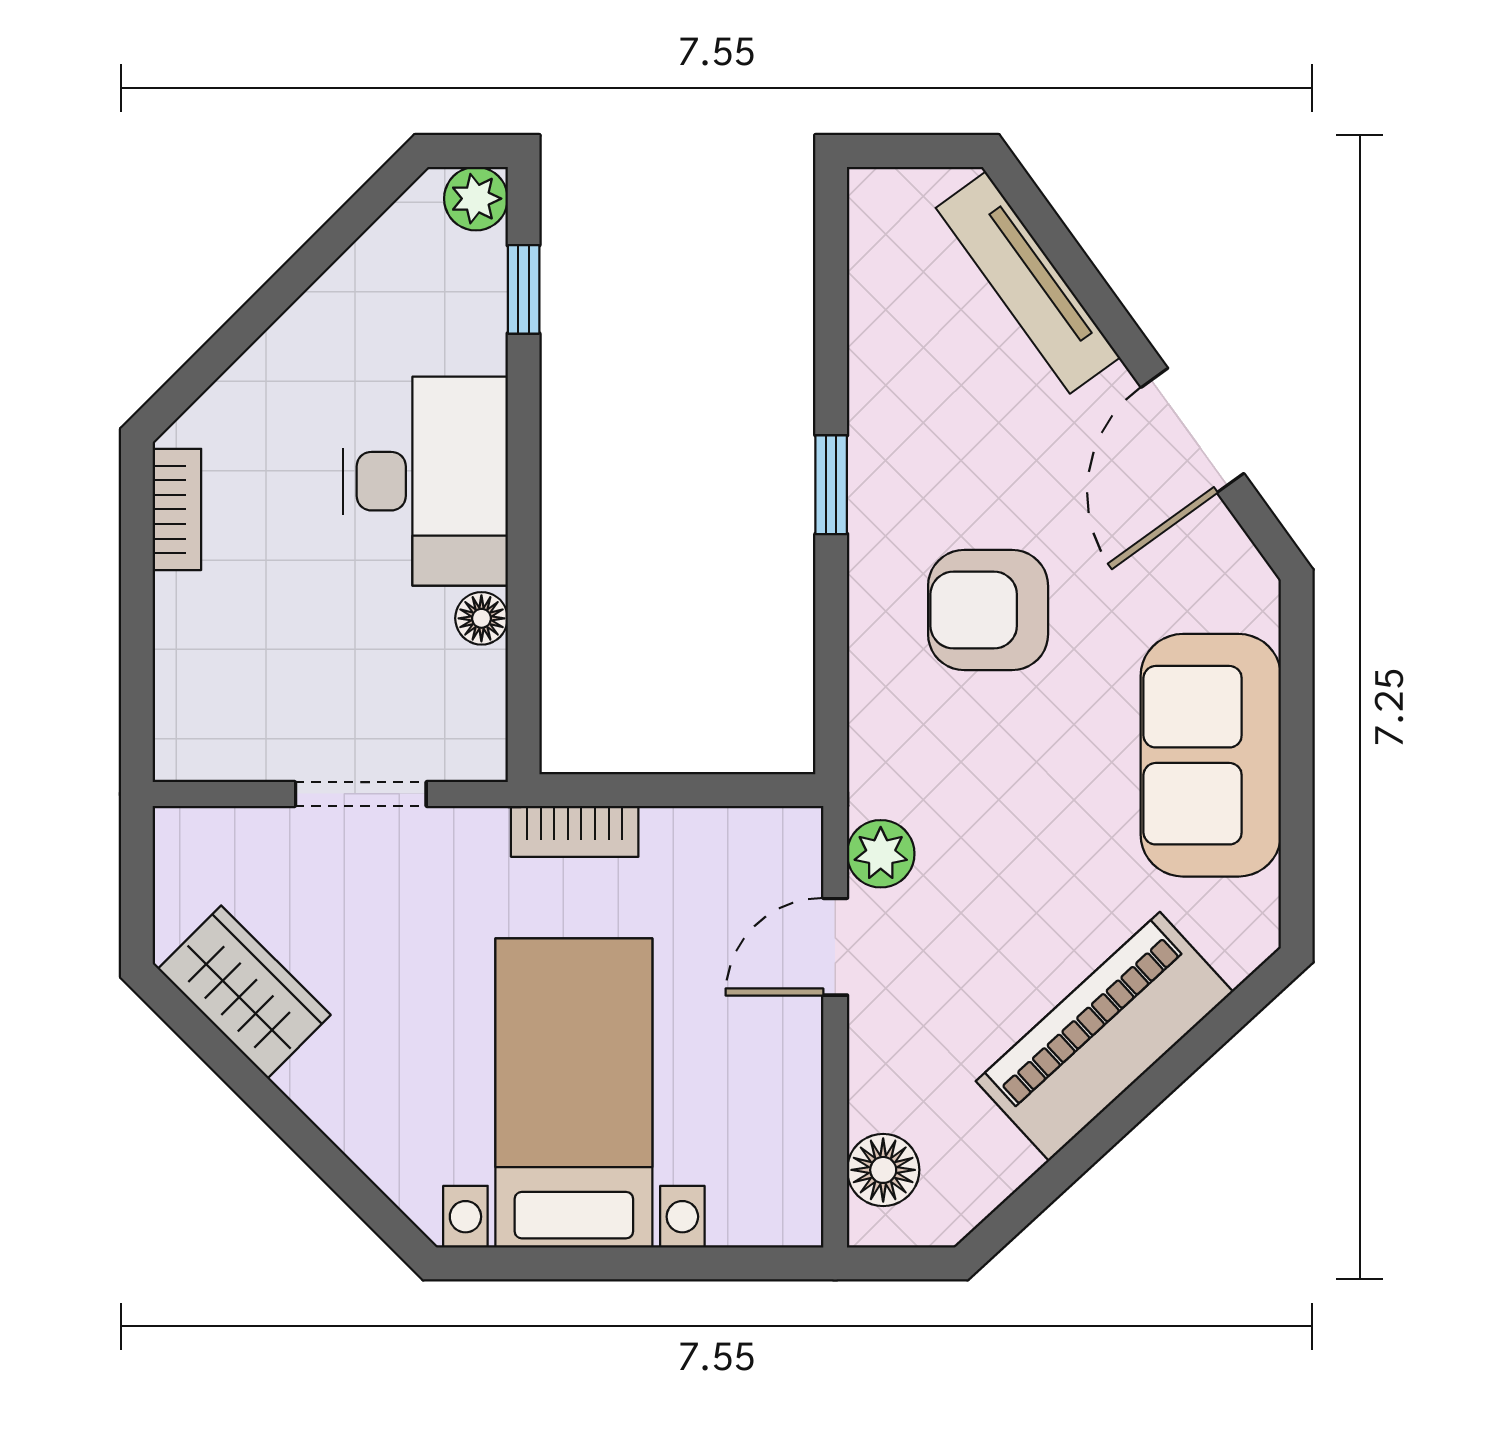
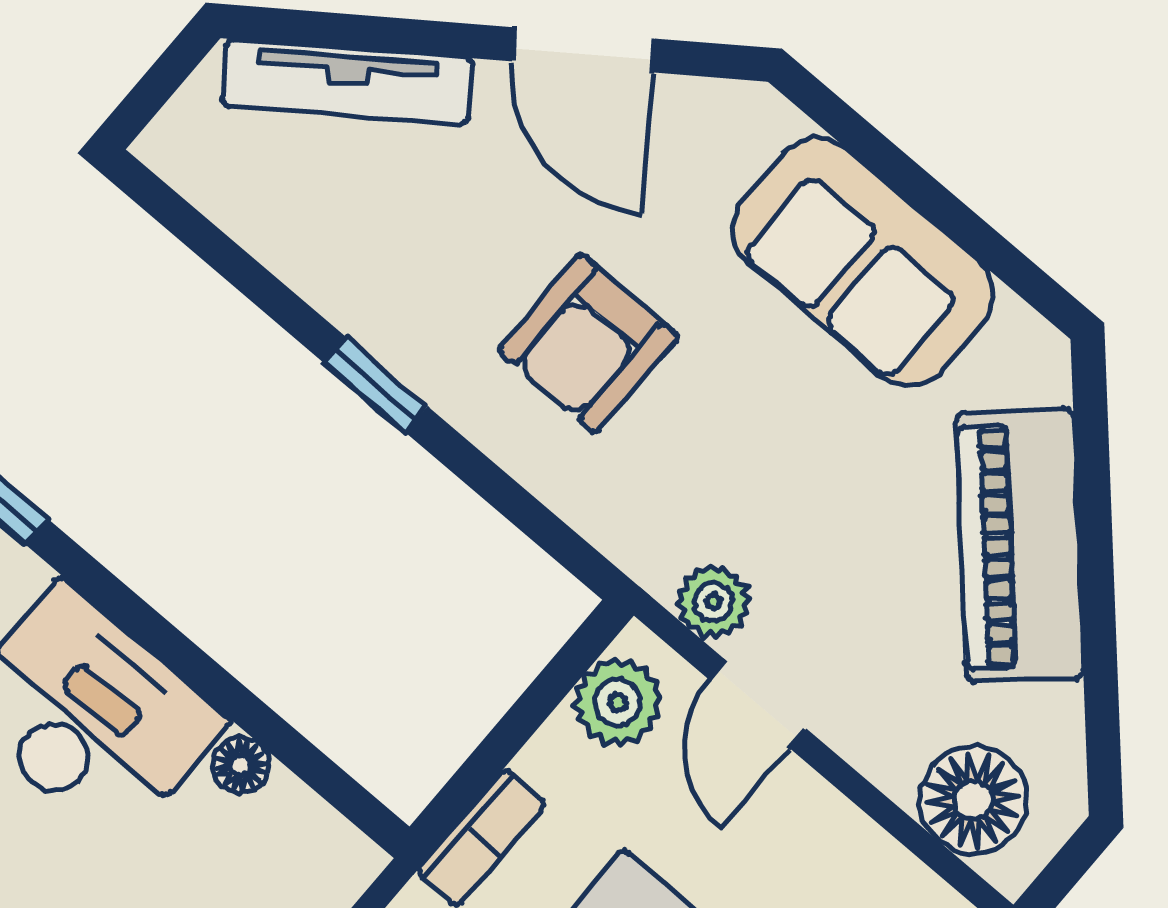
plant: (752, 847) -> (618, 702), added
floor lamp: (883, 1170) -> (973, 800), width x1.38, depth x1.38

